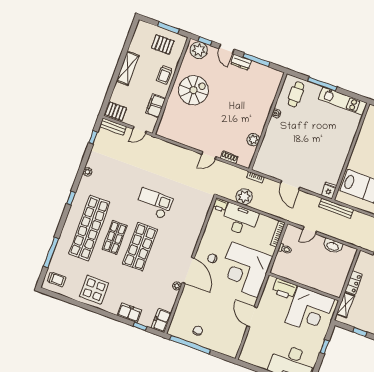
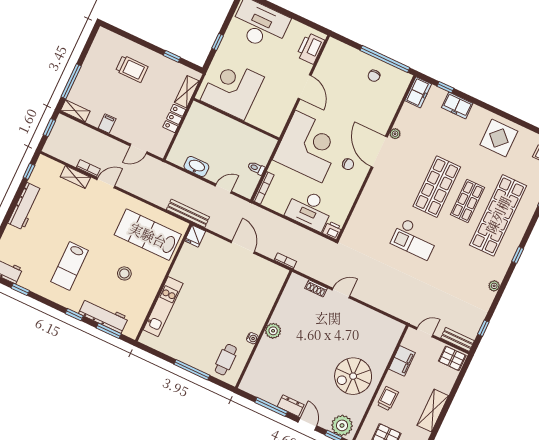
kitchen unit: (343, 101) -> (163, 307), moved, turned 90
plant: (253, 140) -> (273, 331), moved
plant: (244, 197) -> (301, 238), removed
printer: (284, 289) -> (310, 48), moved, turned -90

